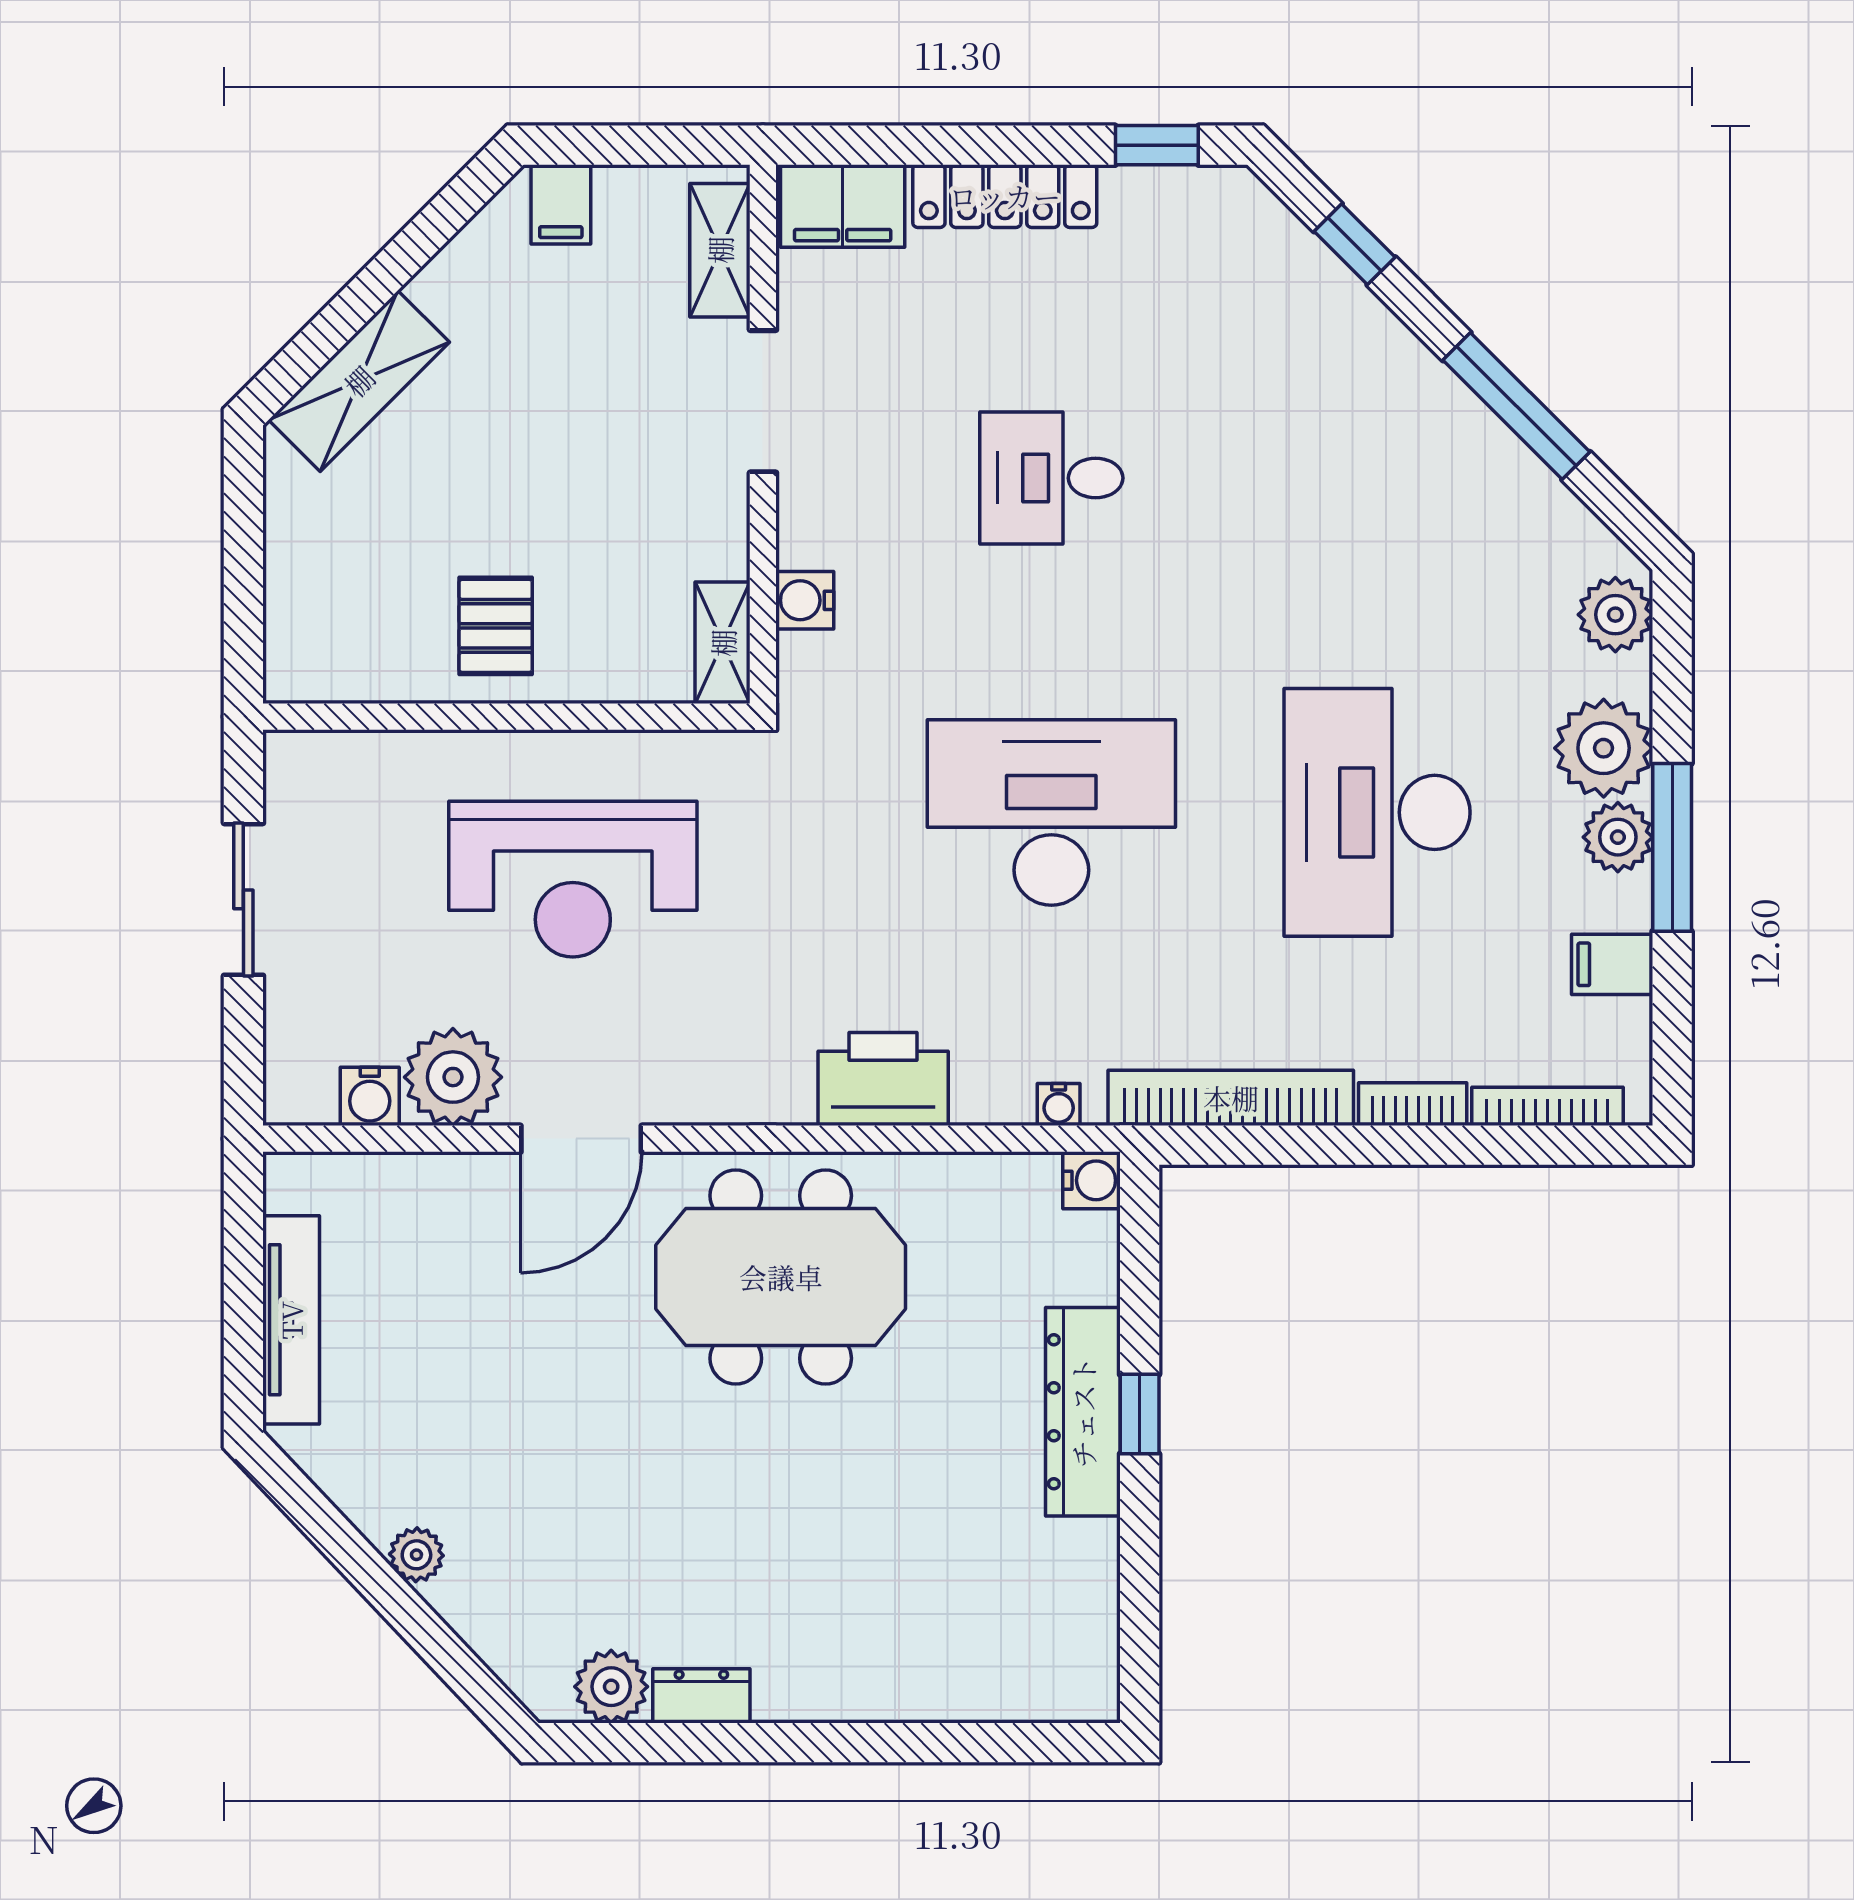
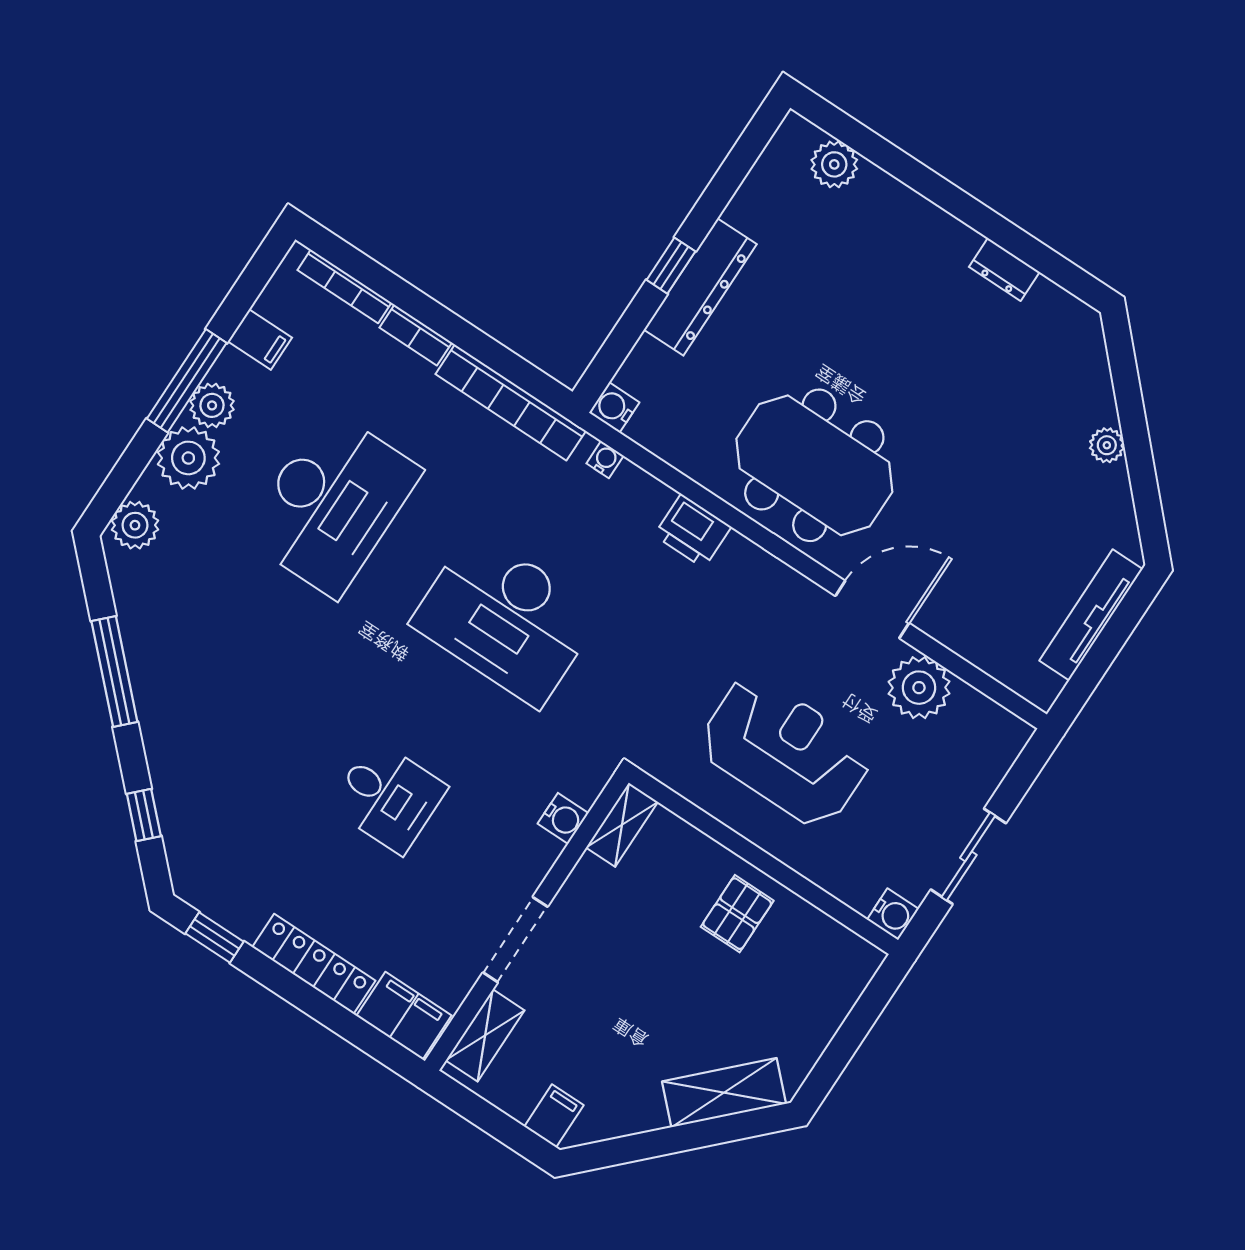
printer: (883, 1079) -> (693, 531), width x0.73, depth x0.84
water cooler: (370, 1096) -> (893, 914), moved, turned 90
plant: (611, 1687) -> (834, 164), moved

